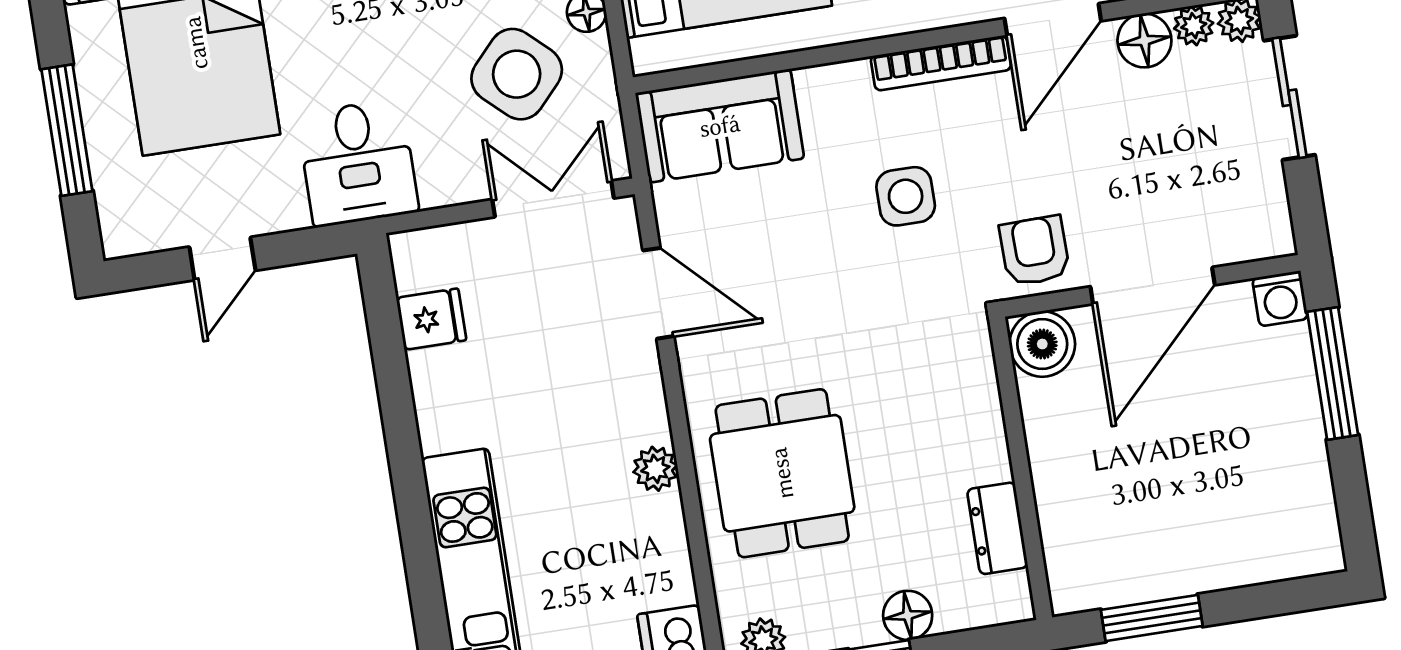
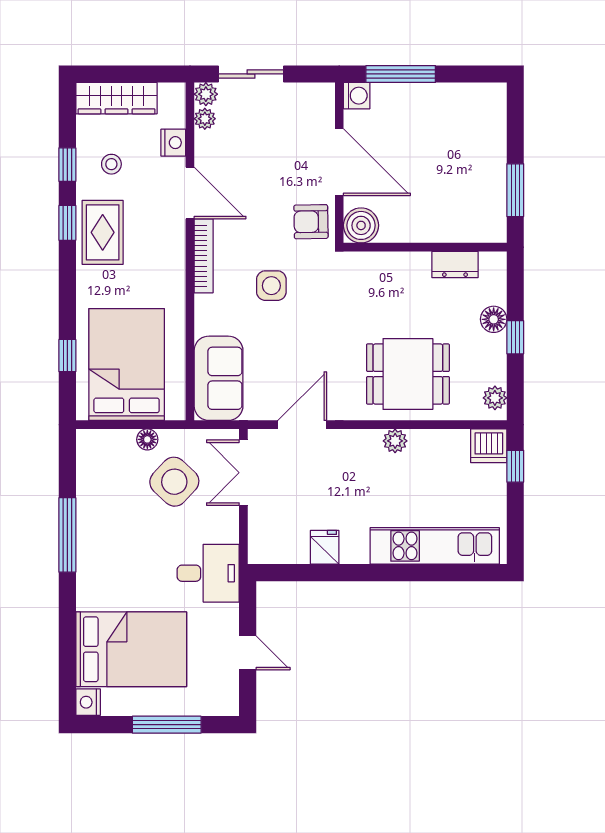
floor lamp: (1144, 41) -> (209, 146), removed
fridge: (431, 319) -> (325, 547), moved

